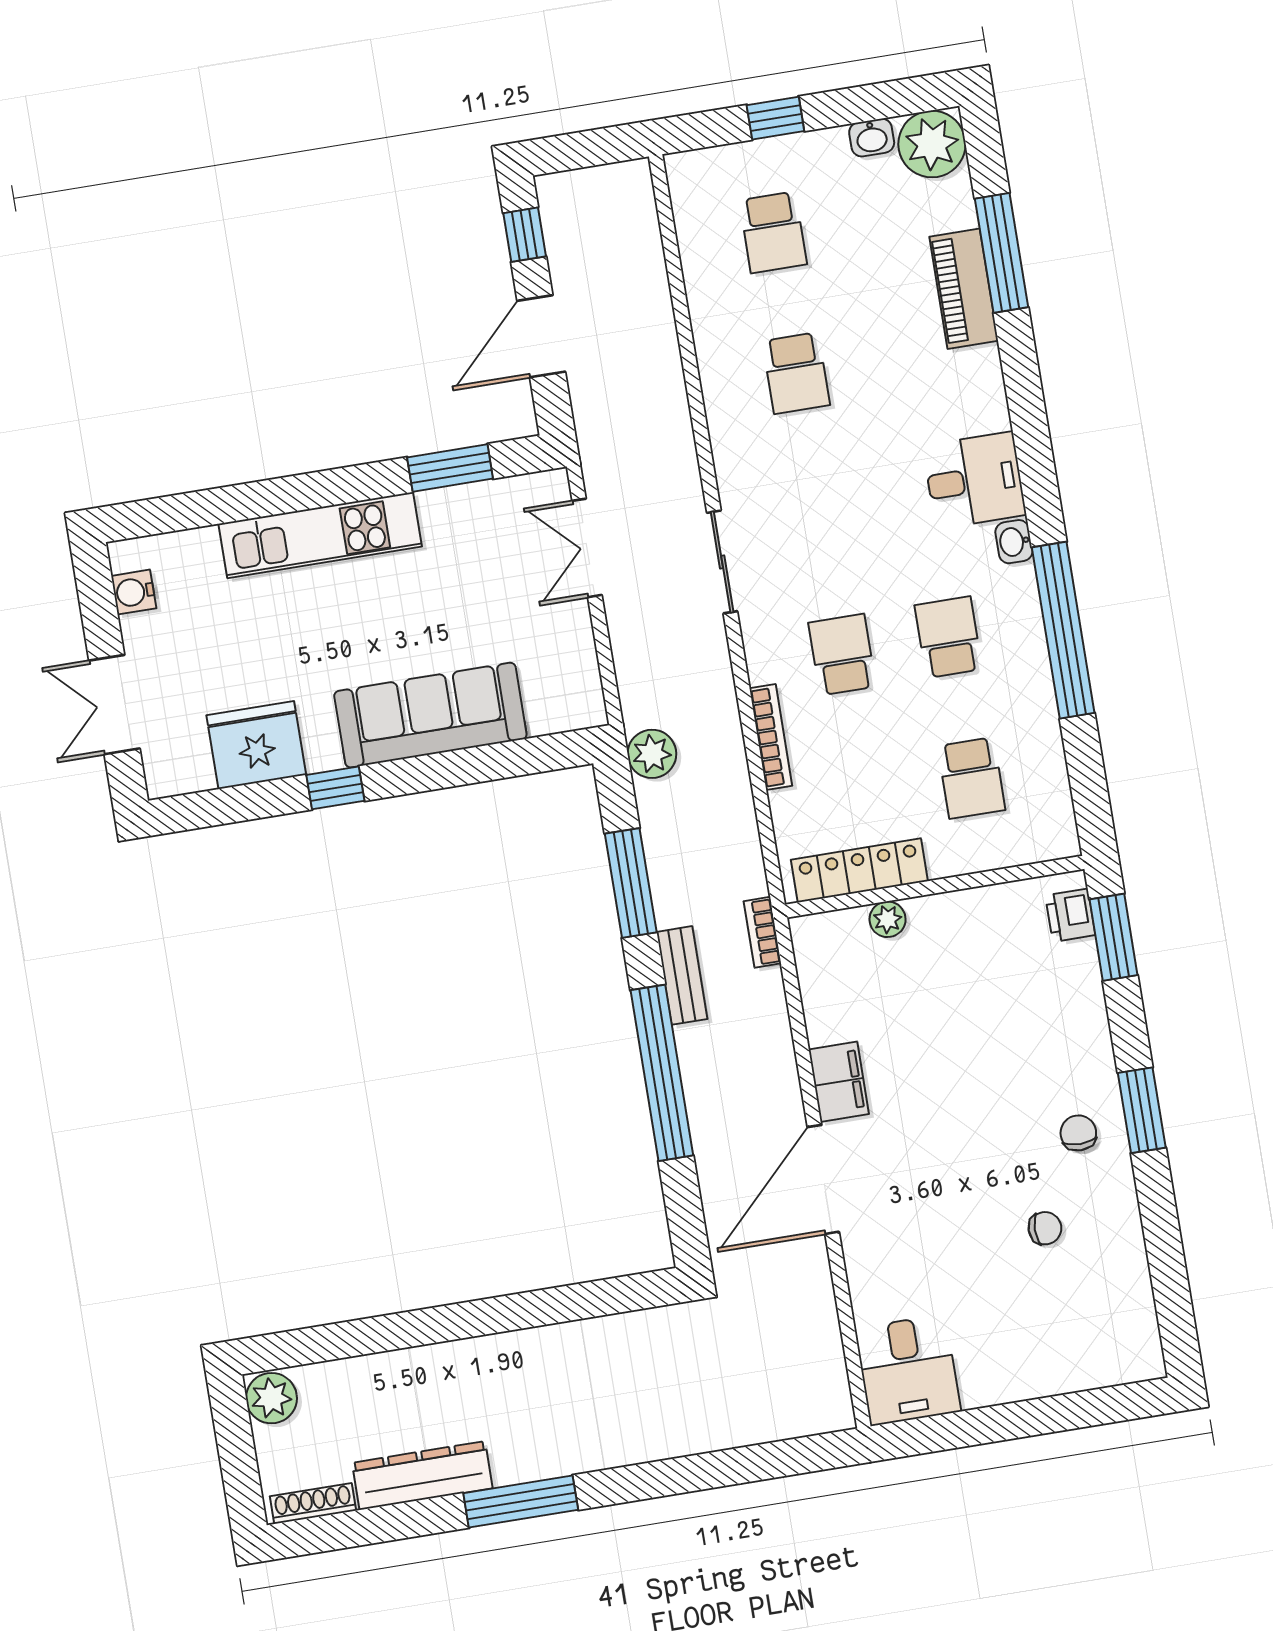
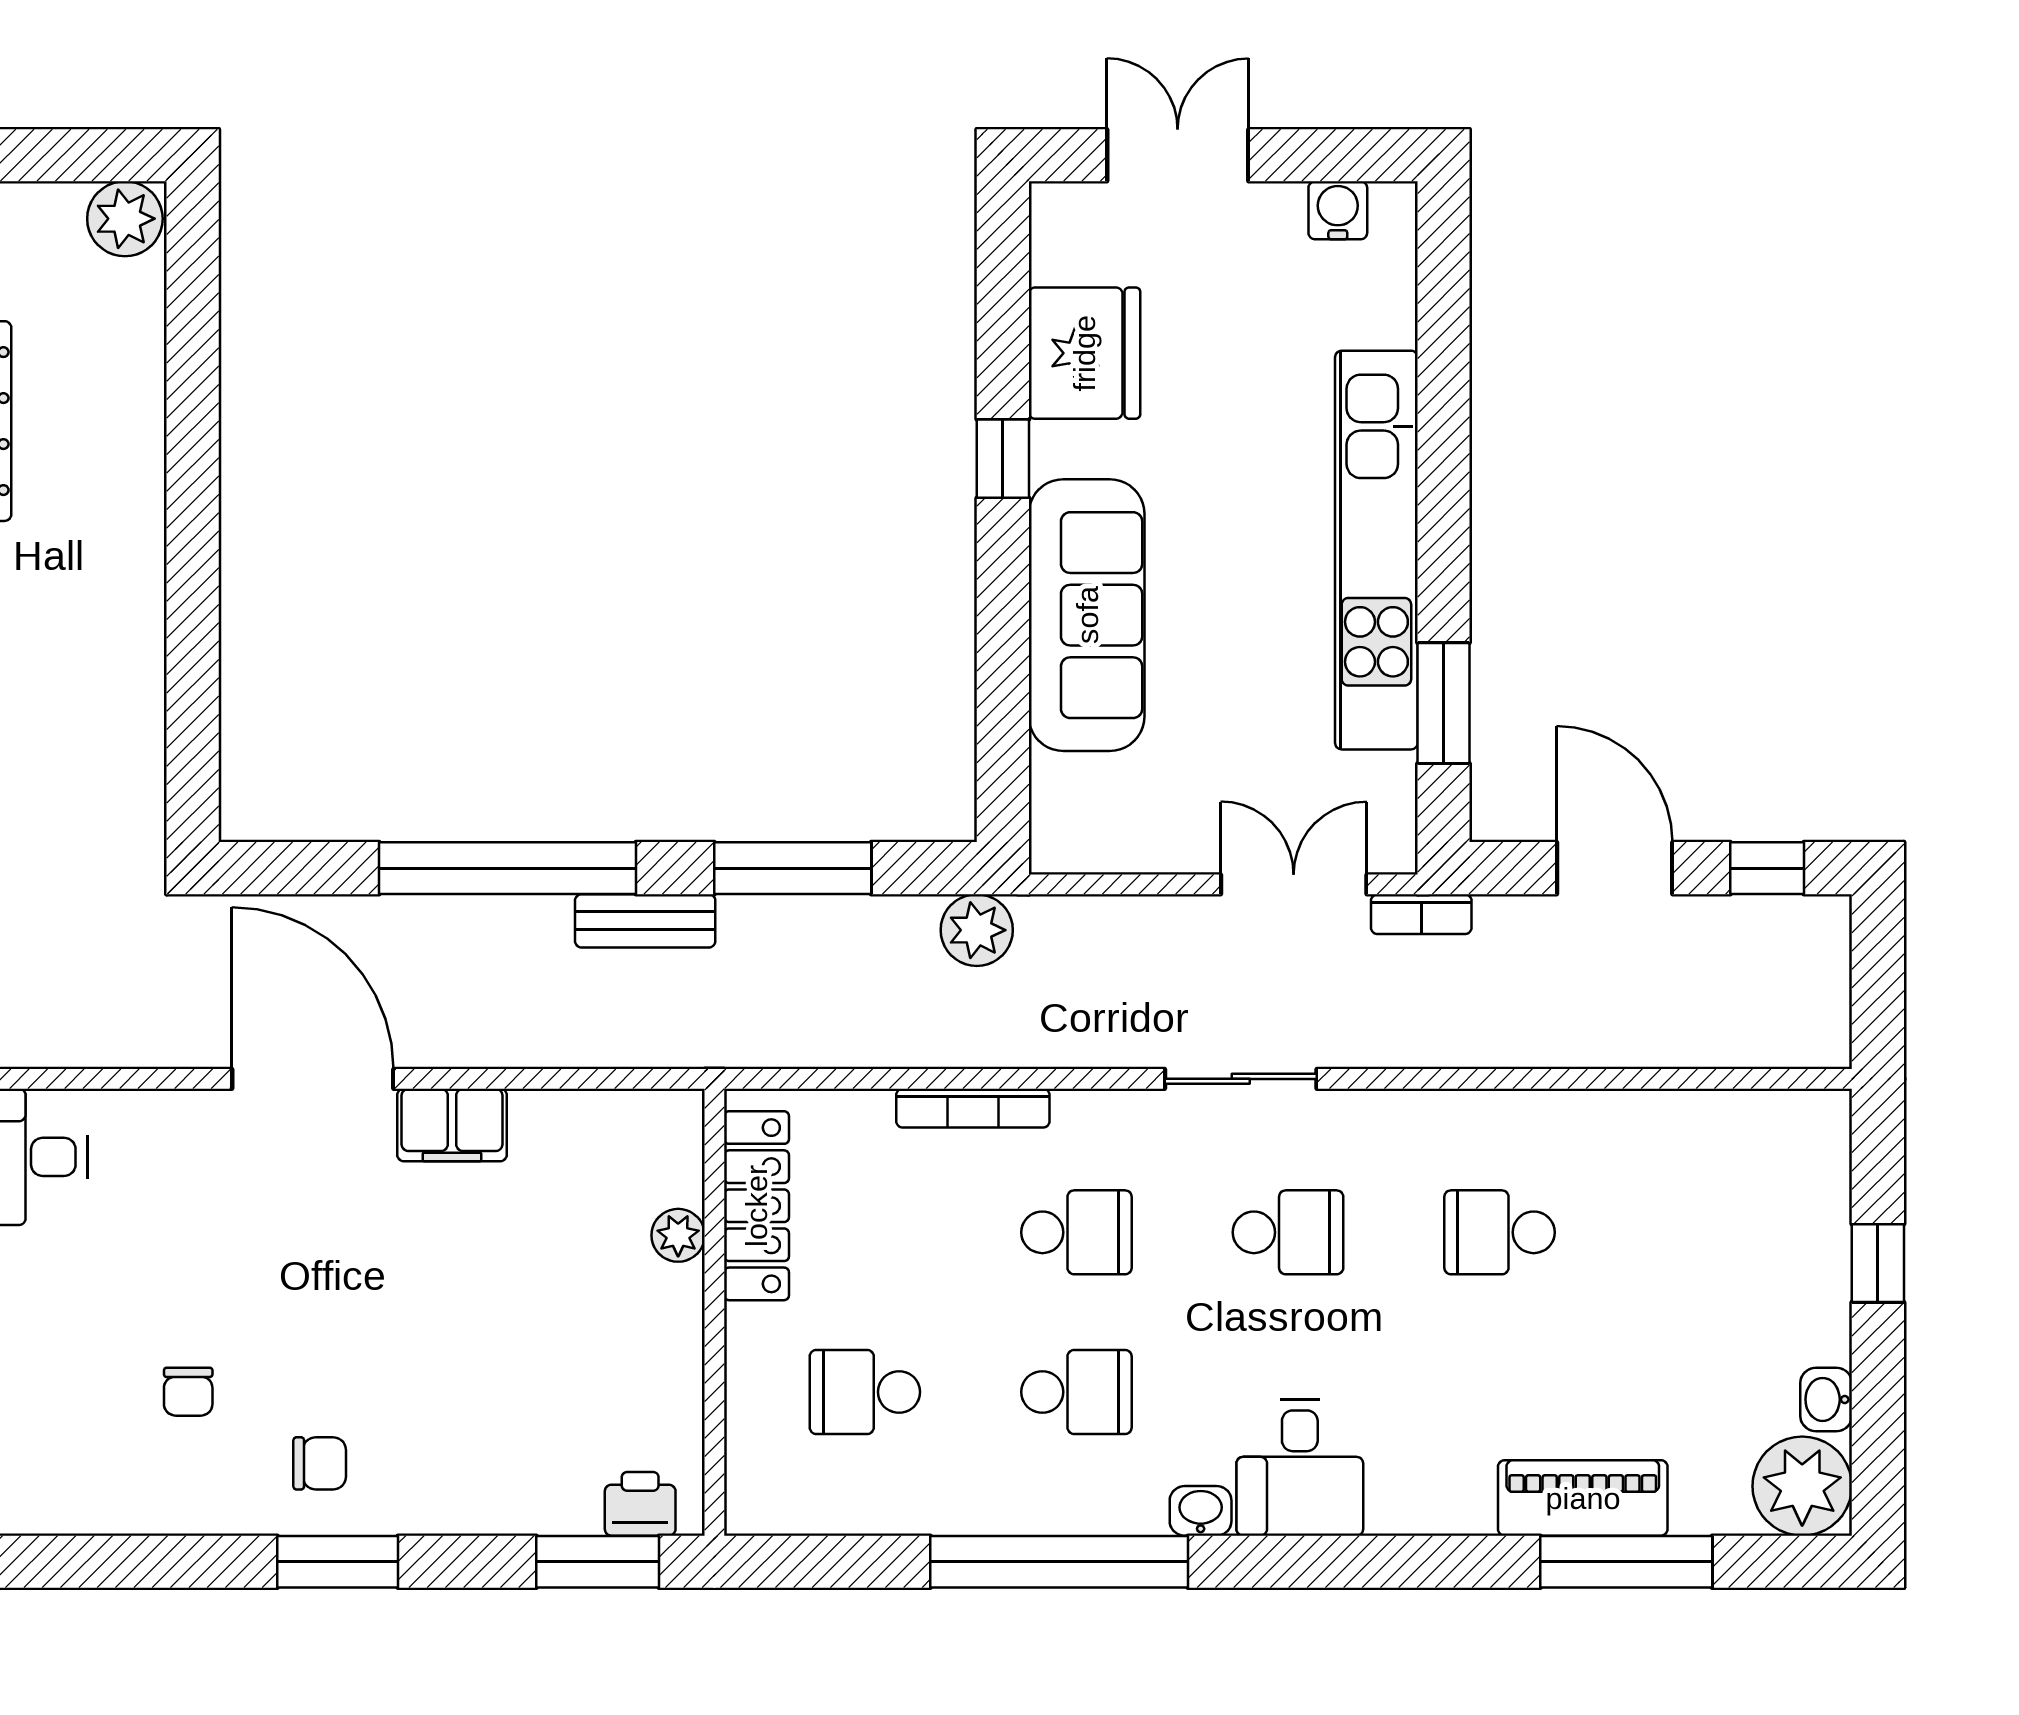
school desk: (773, 232) -> (1288, 1232), moved, turned 180
kitchen unit: (320, 535) -> (1376, 550), width x1.36
bookcase: (762, 932) -> (1421, 914), moved, turned 180

